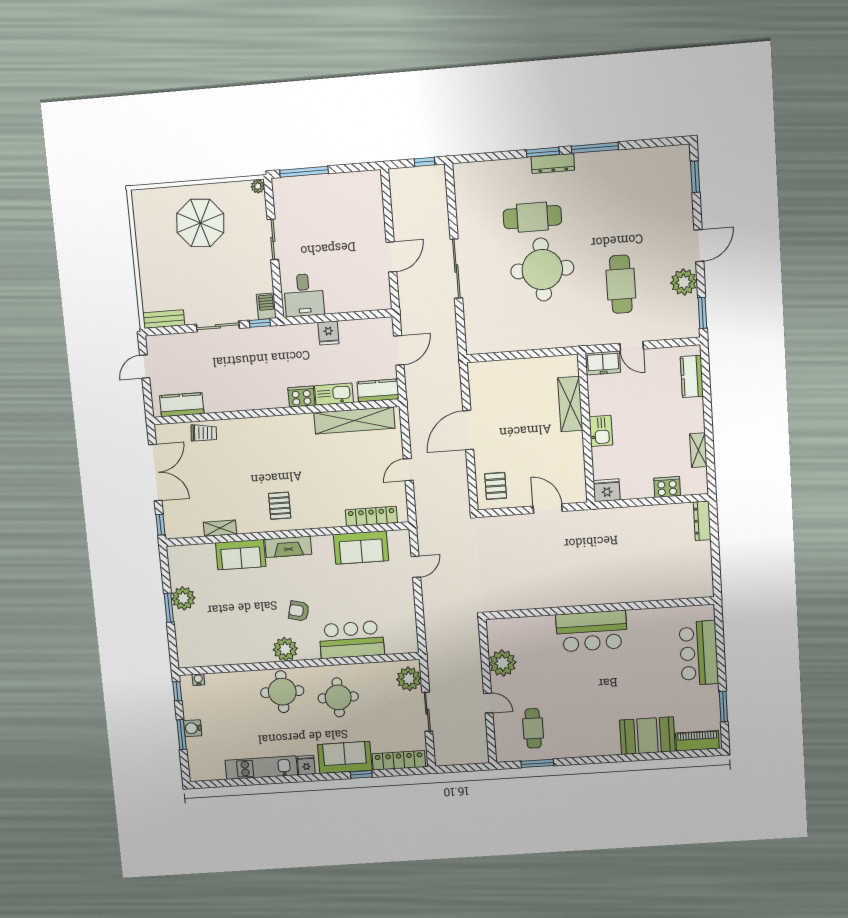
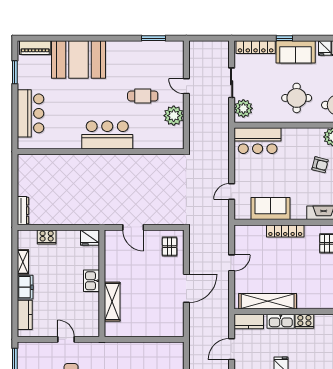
freezer: (603, 363) -> (25, 287), moved, turned 90
locker: (371, 516) -> (285, 231), moved
bar counter: (352, 640) -> (258, 141), moved
cafe table: (533, 728) -> (143, 96), moved, turned 90
booth: (647, 736) -> (78, 59), width x1.36, depth x1.42

